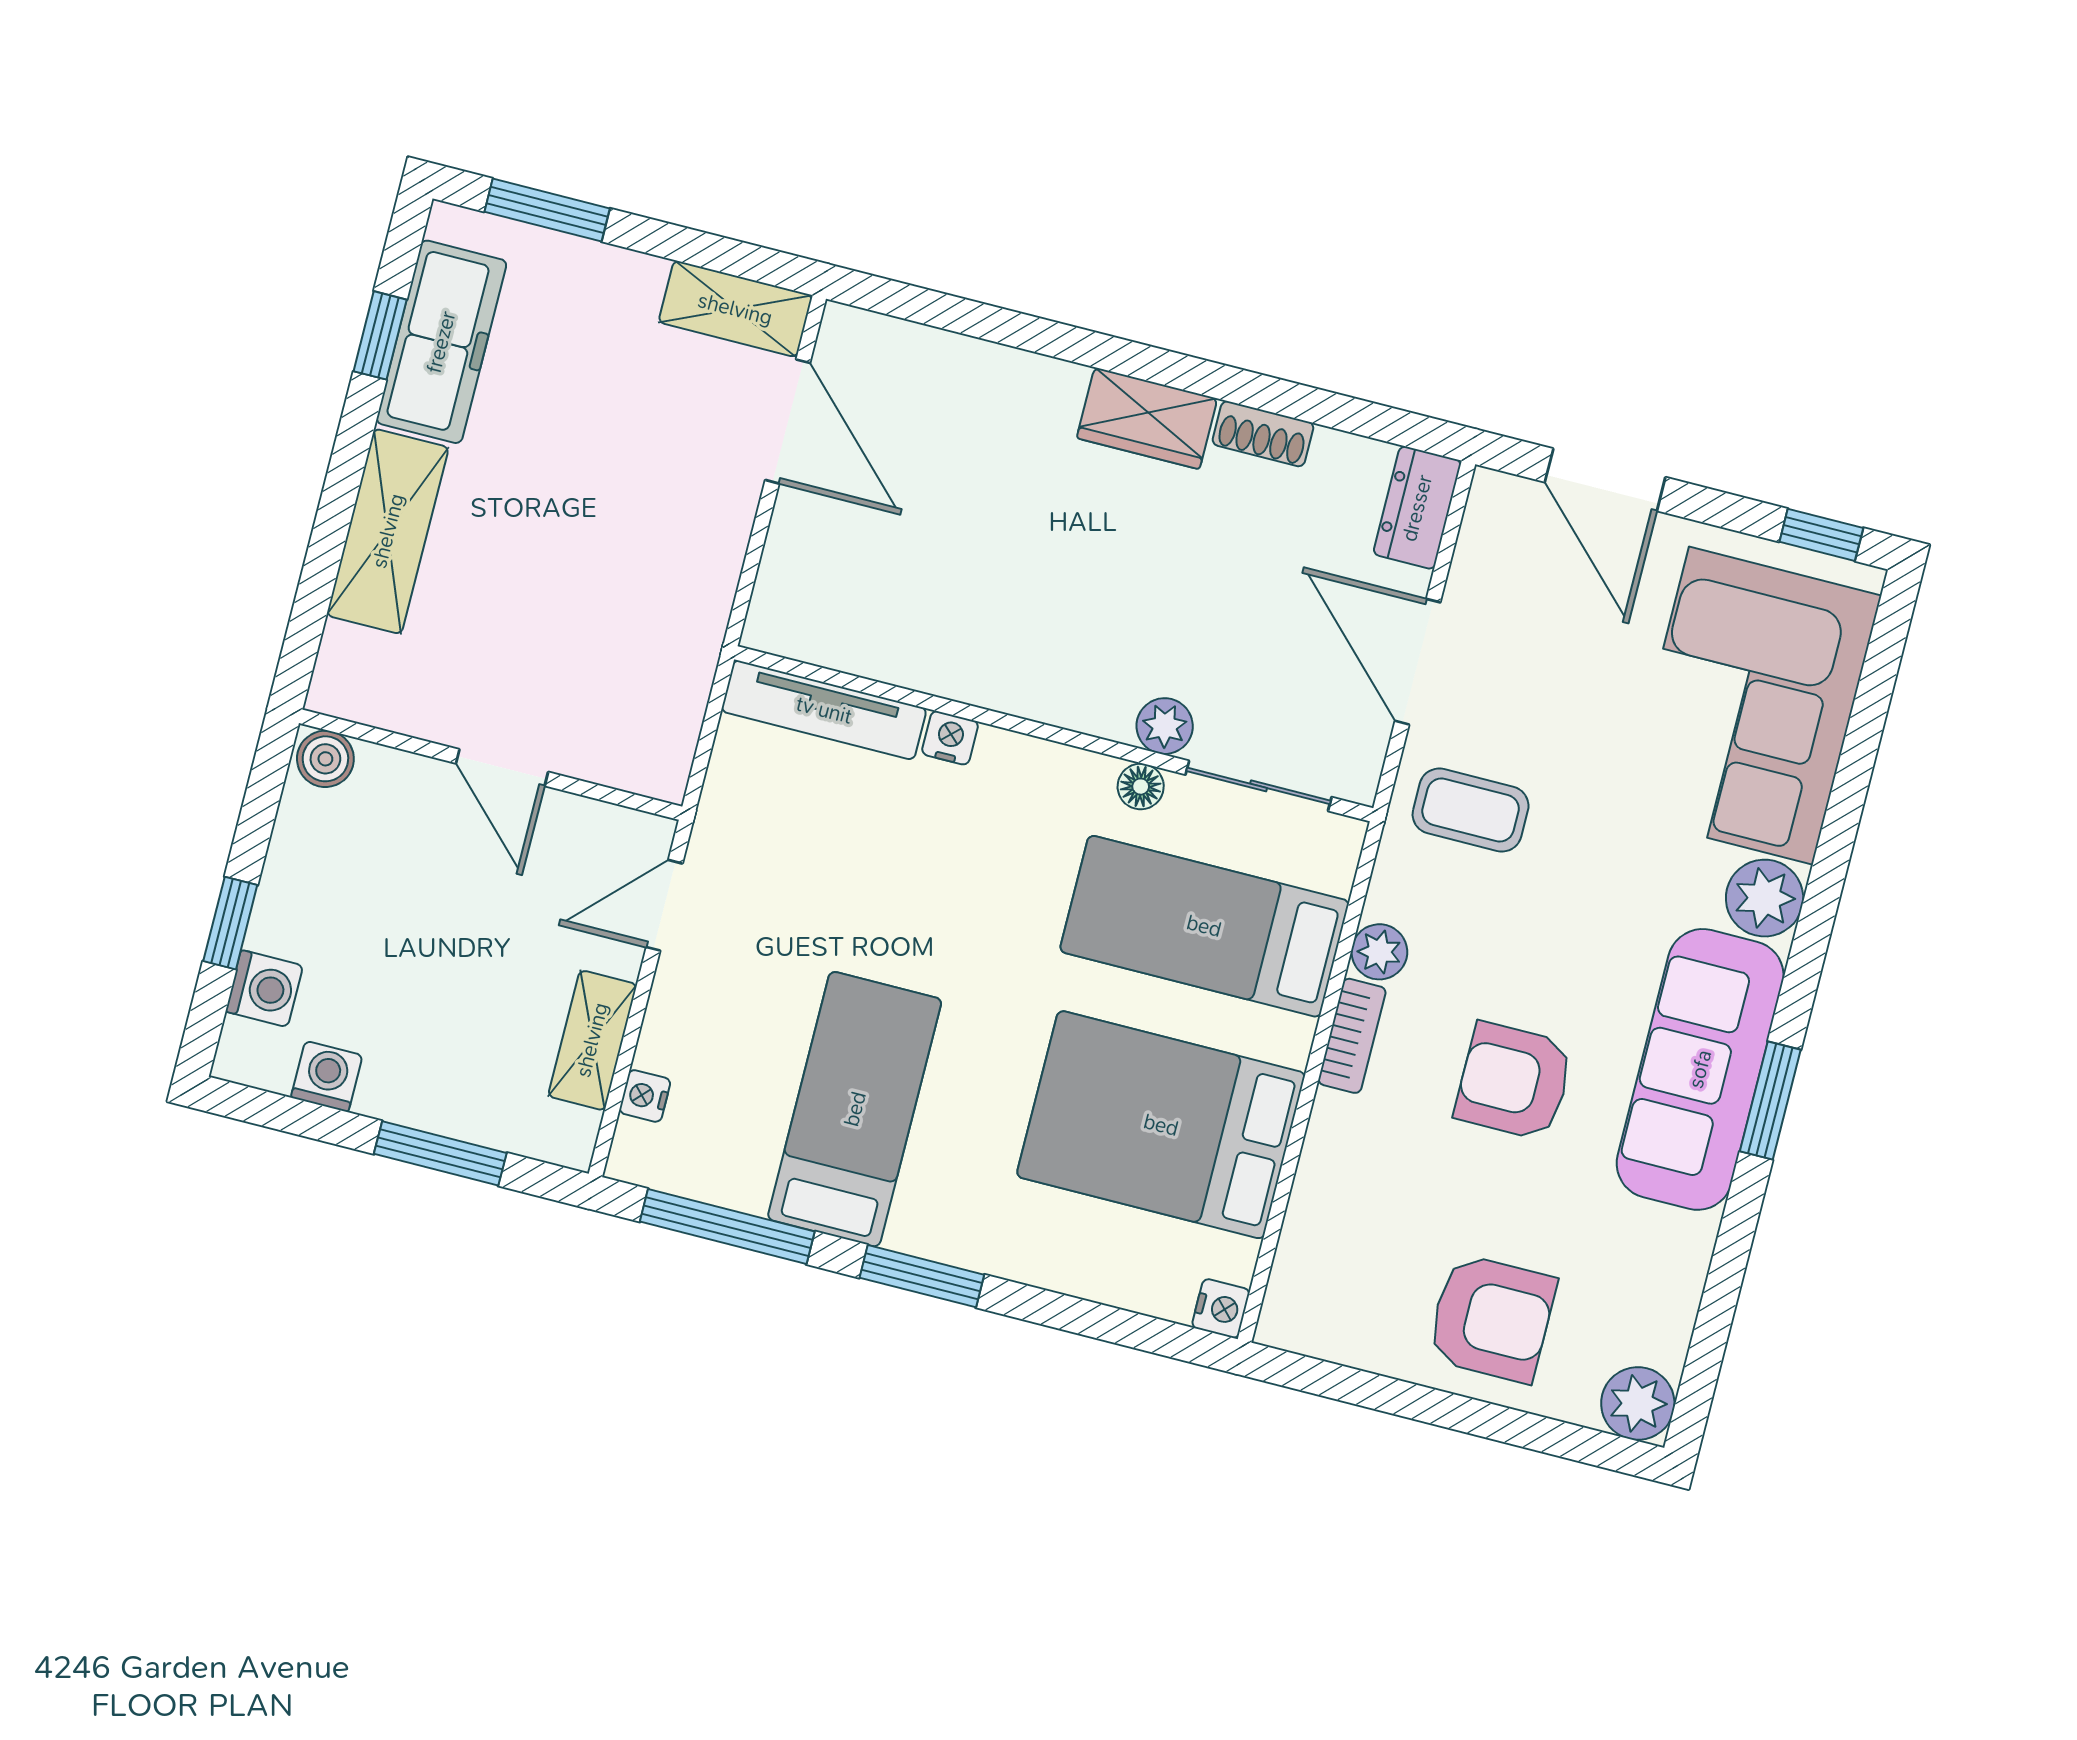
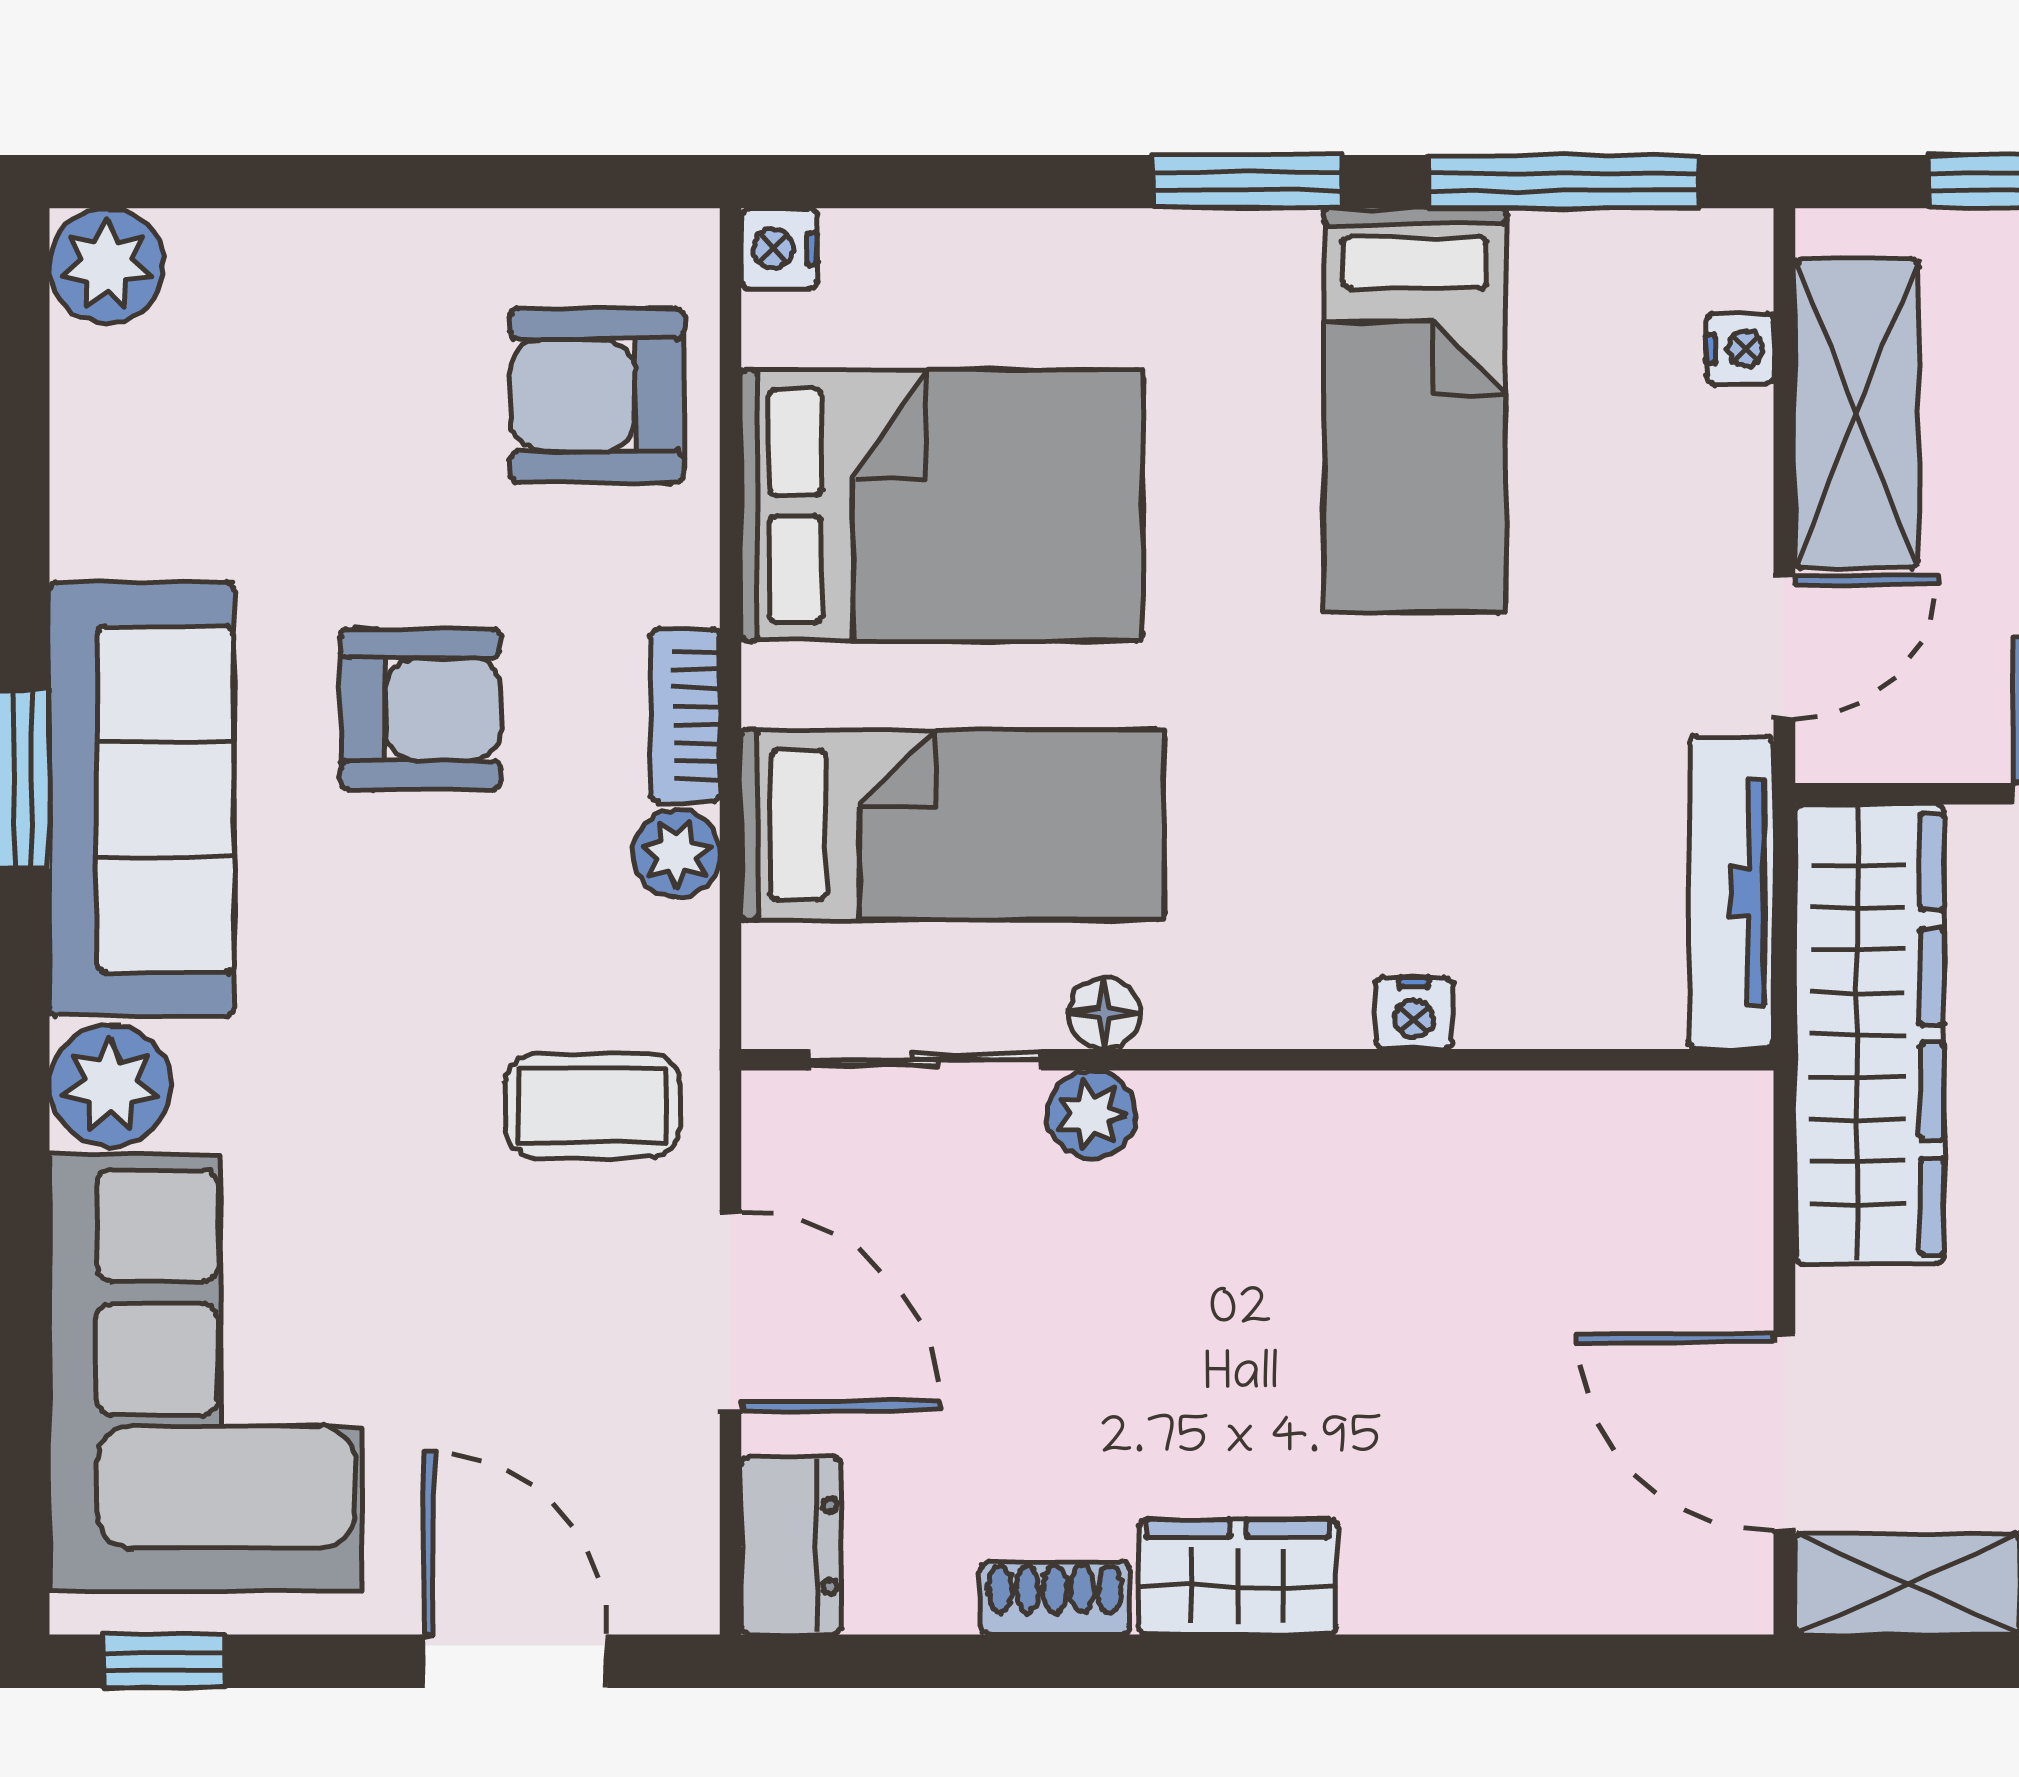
wardrobe: (673, 653) -> (1869, 1034), added
tv unit: (824, 710) -> (1731, 893), moved, turned -90
shelving: (592, 1040) -> (1857, 413), width x1.50, depth x1.33
armchair: (1491, 1318) -> (597, 395), moved

